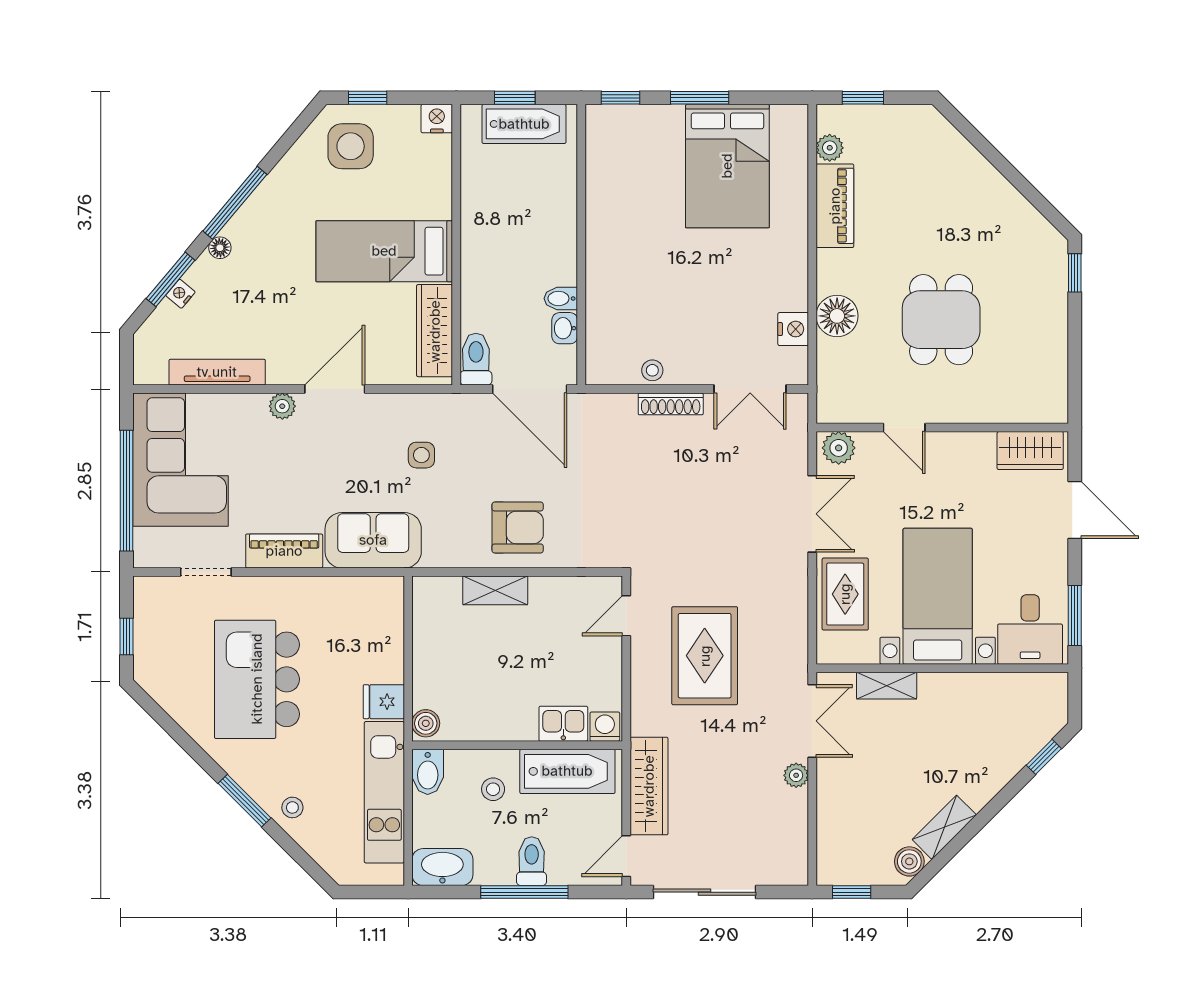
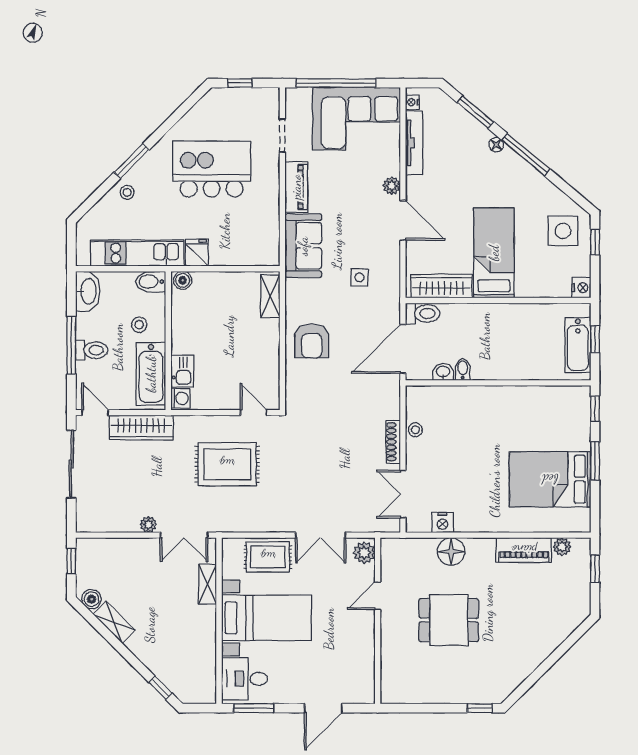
nightstand: (180, 294) -> (412, 102), moved, turned -130
wardrobe: (1030, 451) -> (362, 679), removed
shelving: (495, 590) -> (270, 296), moved

